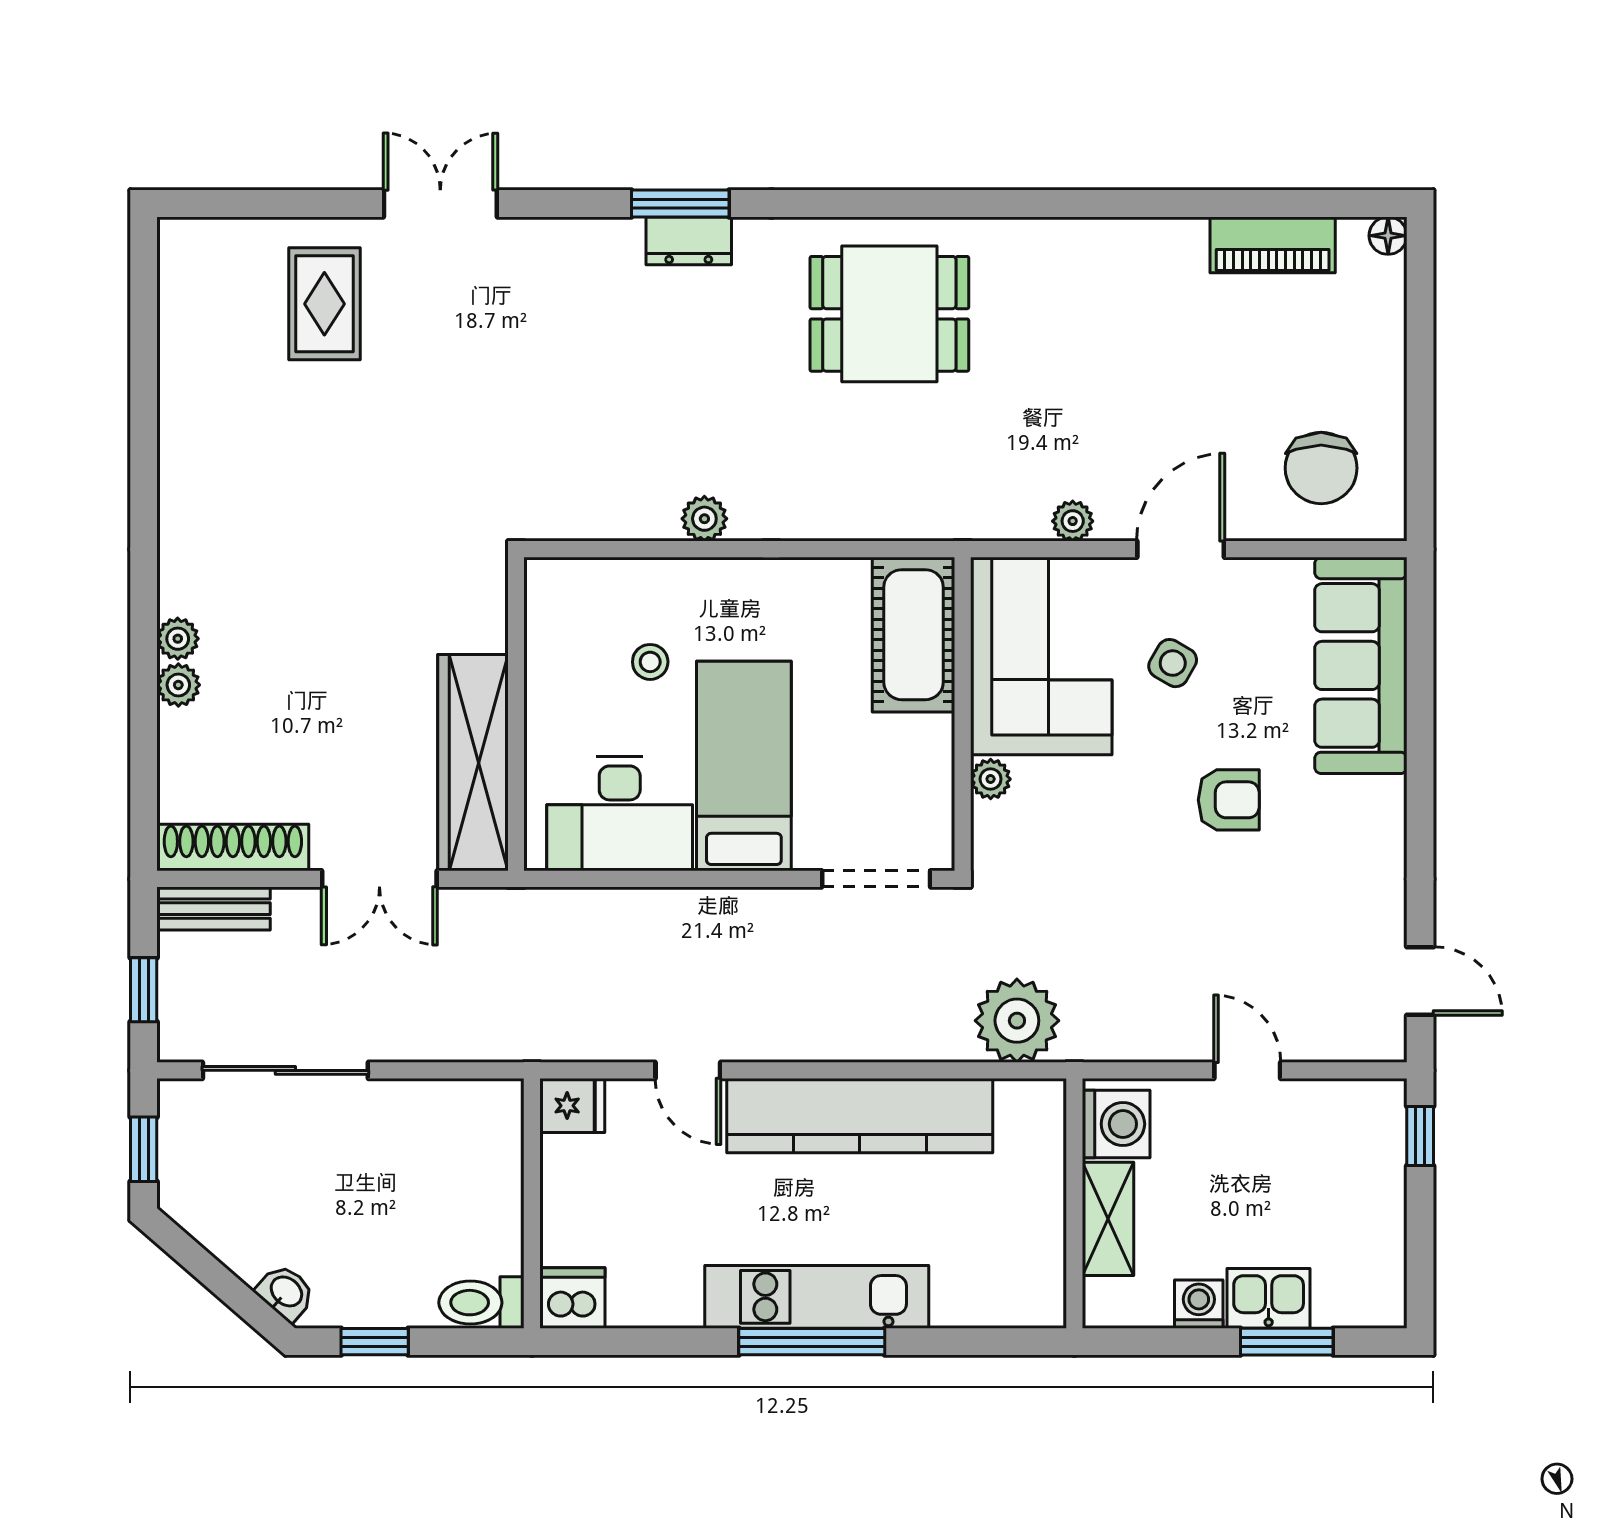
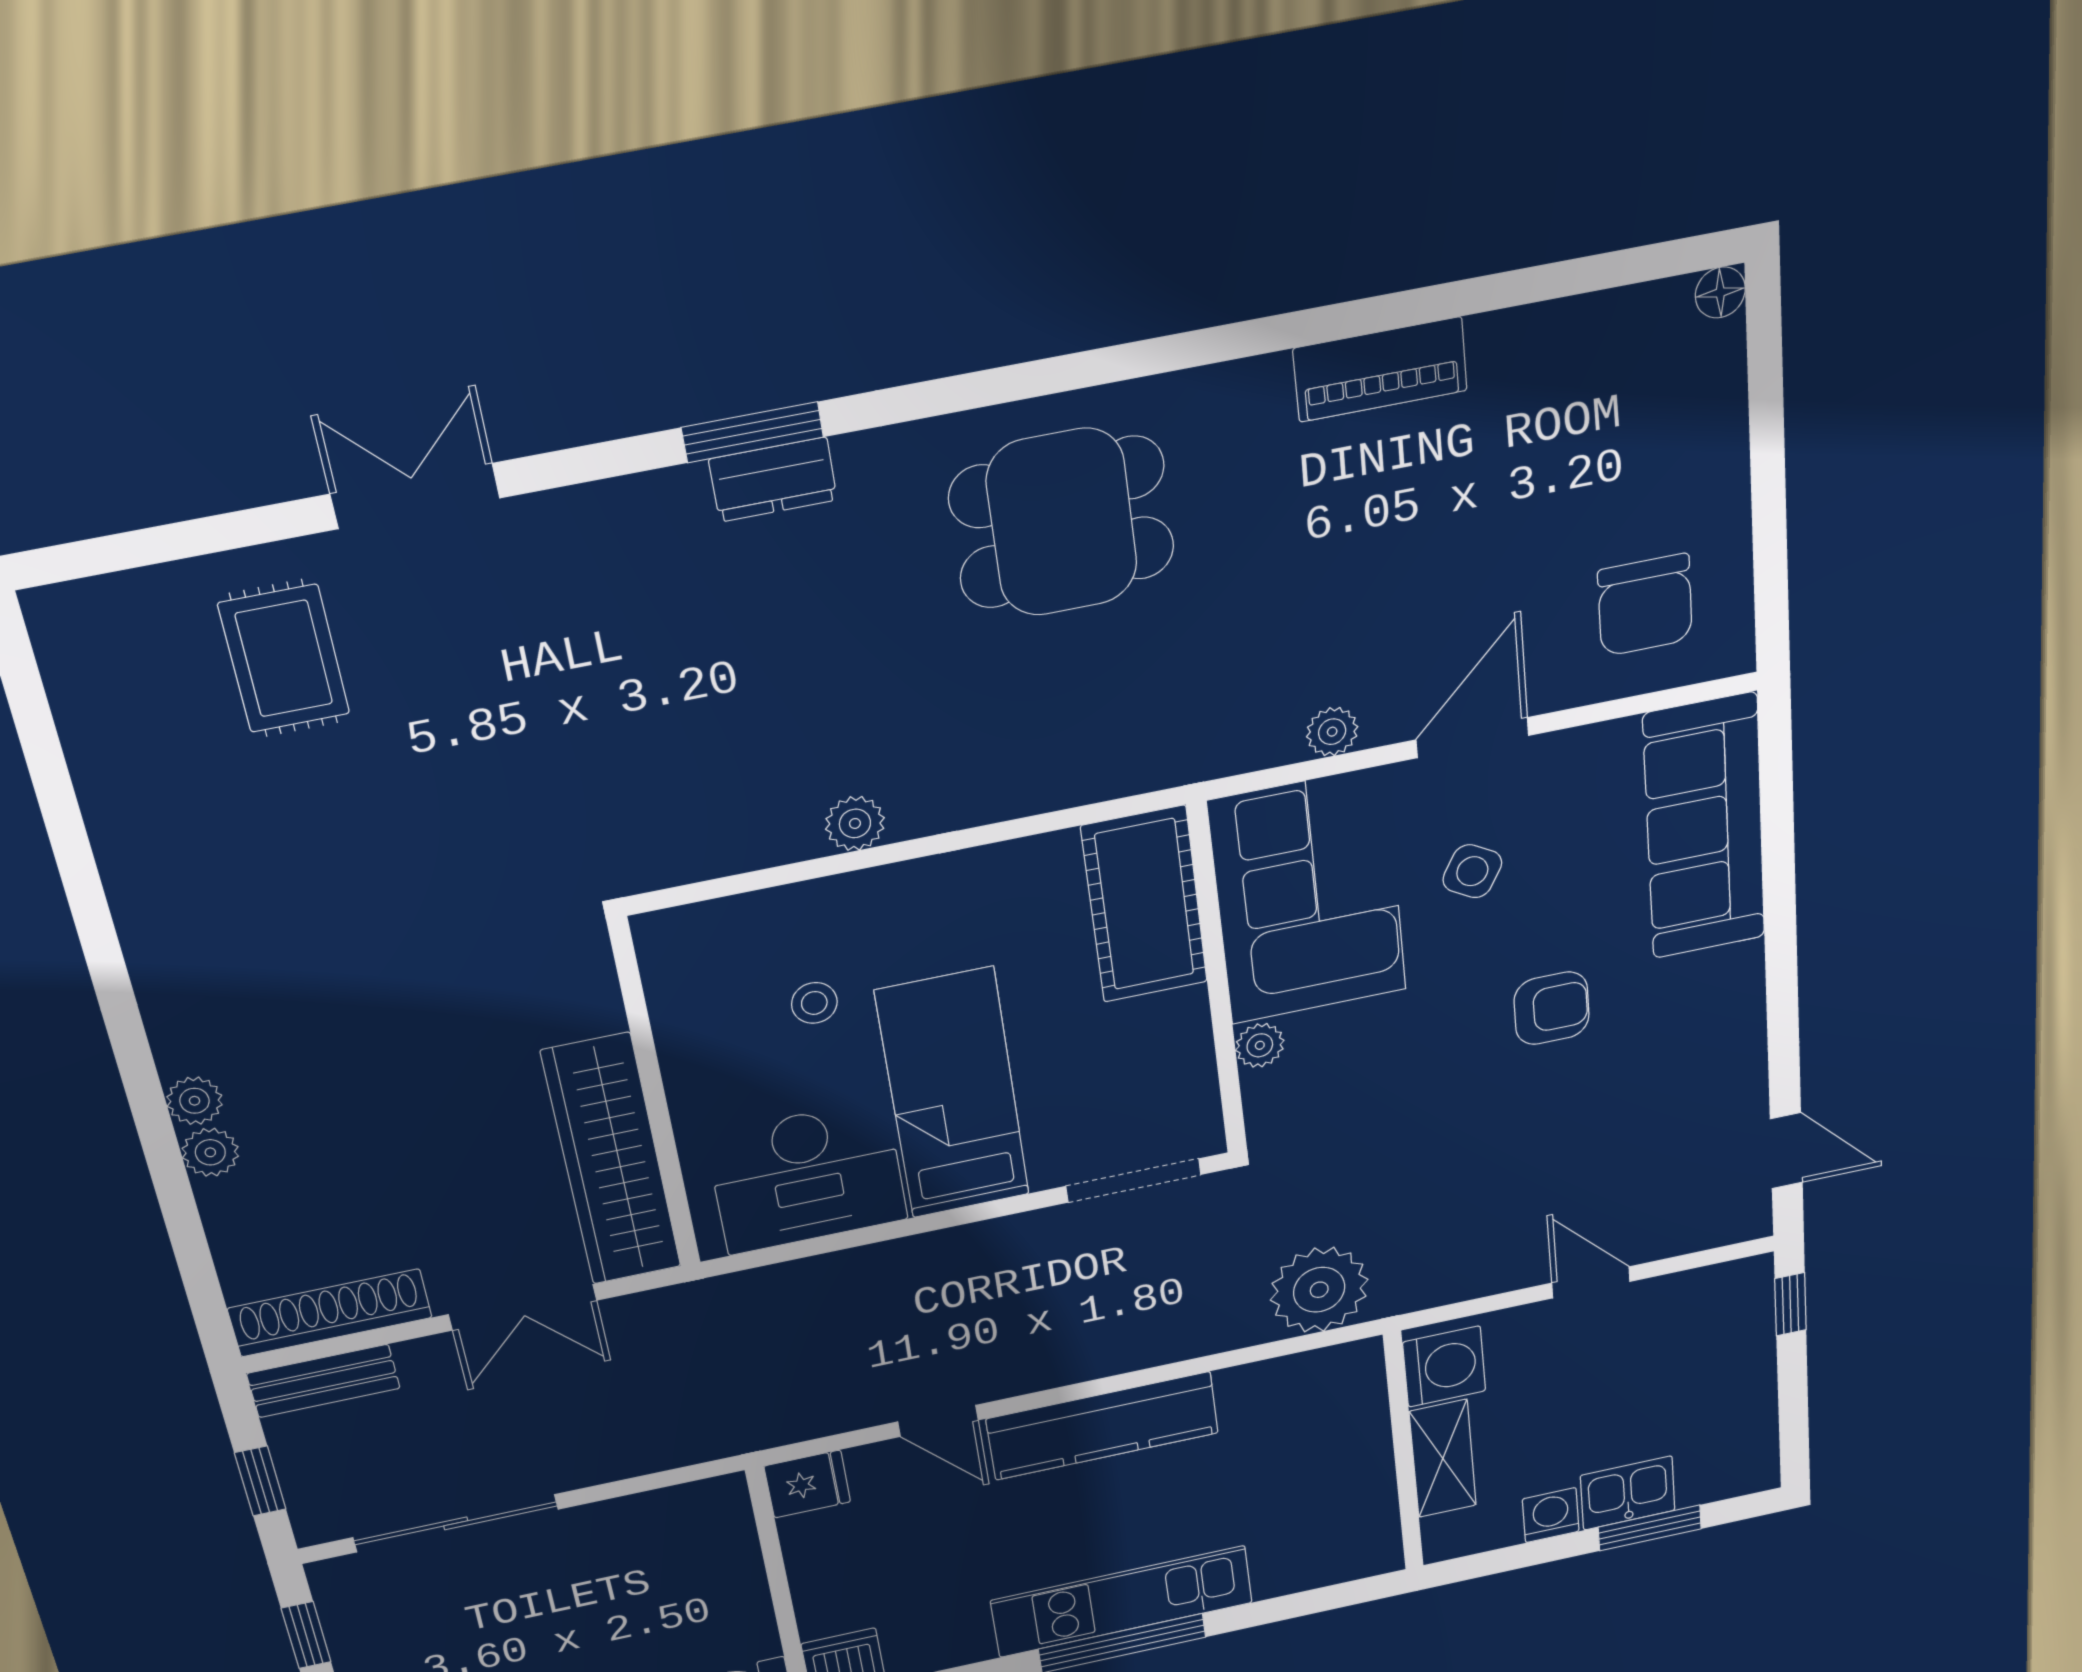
piano: (1273, 245) -> (1380, 369), moved
kitchen counter: (860, 1116) -> (1103, 1426), width x0.72, depth x0.86

